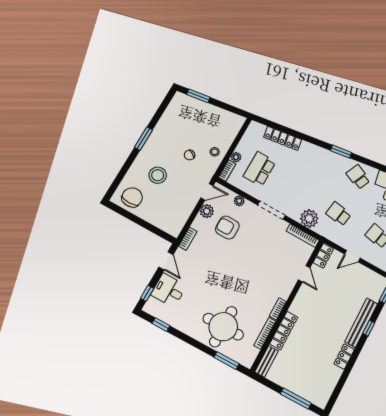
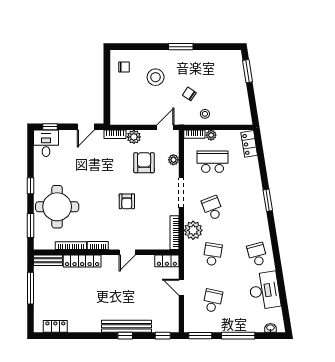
locker: (283, 138) -> (249, 144), moved, width x0.66
window: (341, 152) -> (268, 200), moved
school desk: (358, 177) -> (257, 254), turned -39
door: (207, 192) -> (165, 127), swing flipped
school desk: (299, 192) -> (213, 208), added
chair: (132, 197) -> (124, 67), width x0.54, depth x0.54
plant: (207, 211) -> (134, 137), moved
armchair: (253, 262) -> (127, 201), added
door: (304, 274) -> (127, 252), moved
desk: (169, 290) -> (46, 143), moved
window: (161, 325) -> (30, 186), moved
locker: (344, 357) -> (55, 326), moved
window: (296, 399) -> (30, 288), moved

